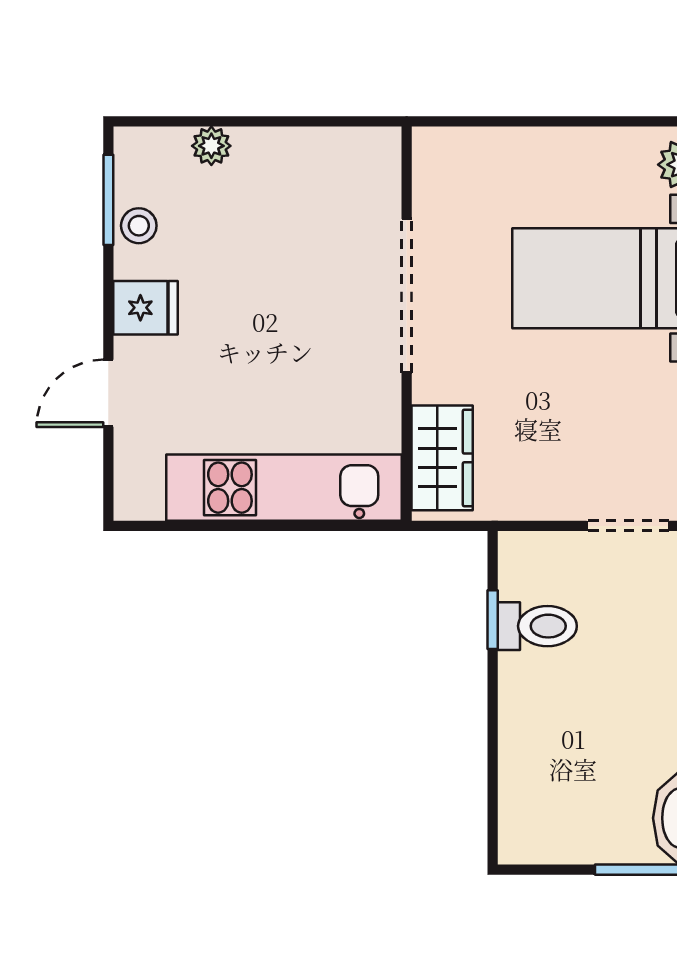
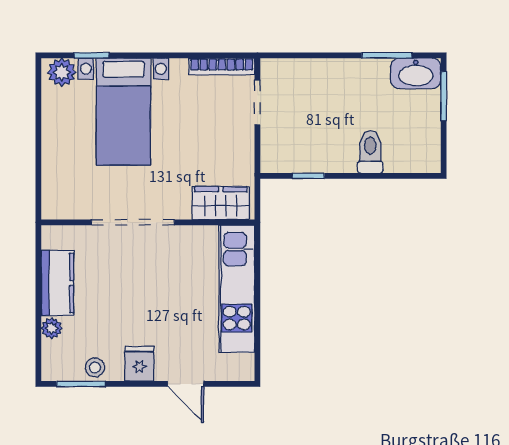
kitchen counter: (295, 156) -> (57, 283), added
toilet: (537, 626) -> (370, 152), moved

